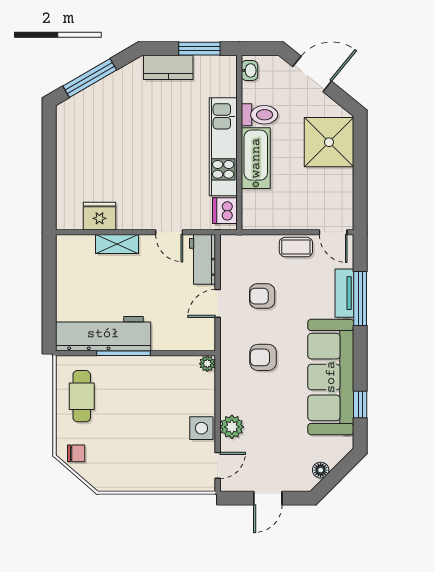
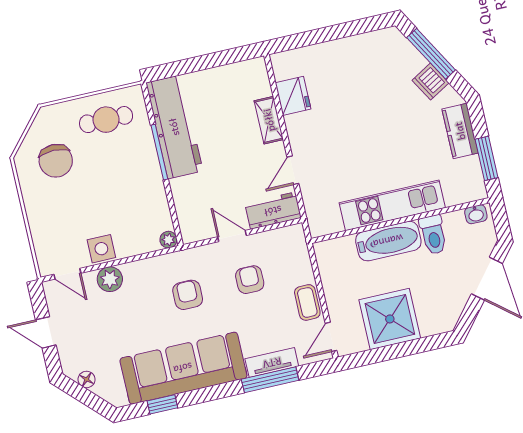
shower: (329, 142) -> (390, 319), moved
dishwasher: (225, 211) -> (430, 82), moved, turned -120
chair: (76, 453) -> (56, 161), moved, width x1.87, depth x1.87

